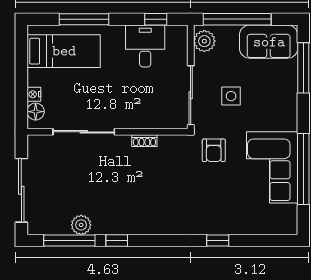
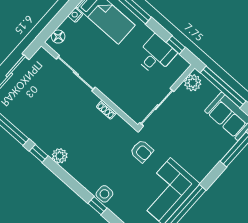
nightstand: (34, 94) -> (75, 15), moved
side table: (231, 96) -> (104, 194), moved
armchair: (214, 150) -> (142, 151), turned -90
plant: (81, 225) -> (60, 156), moved

